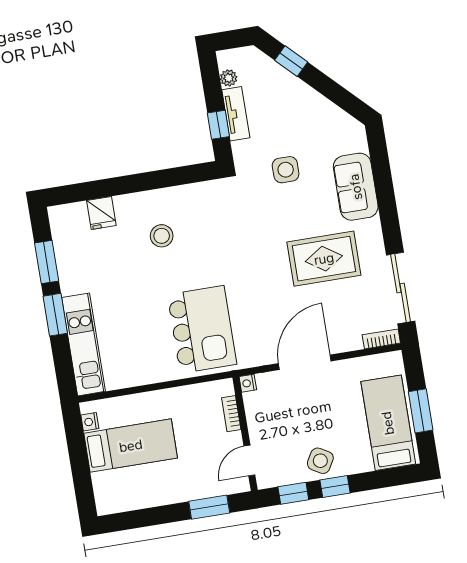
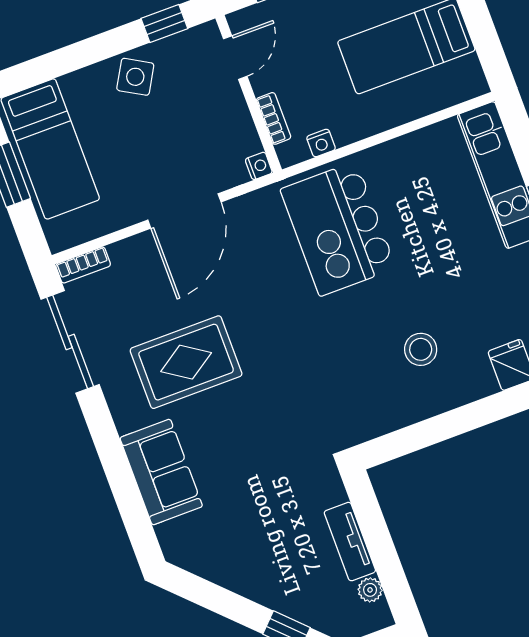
window: (218, 125) -> (371, 521), removed
side table: (286, 170) -> (264, 477), removed
nightstand: (90, 422) -> (321, 143), moved, turned 90
window: (335, 486) -> (108, 45), removed

